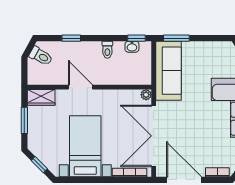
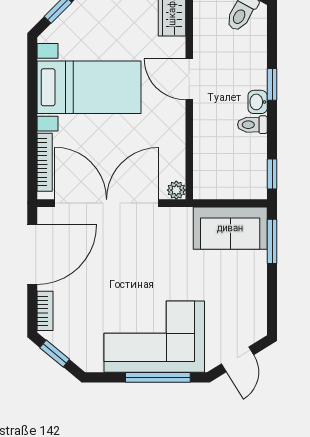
window: (71, 38) -> (272, 84), moved
washbasin: (132, 47) -> (258, 102), moved
sofa: (168, 71) -> (230, 228), width x0.73
door: (81, 87) -> (189, 79), swing flipped

